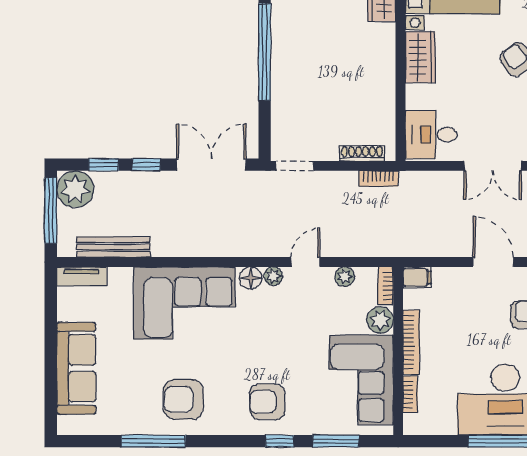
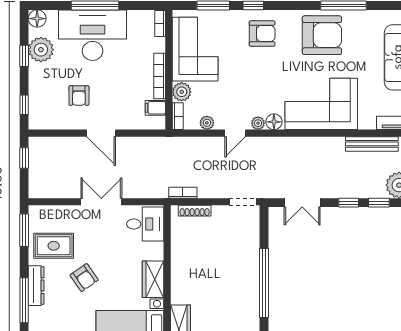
double door: (211, 165) -> (302, 203), width x0.73
filing cabinet: (417, 277) -> (155, 108), moved
bookcase: (410, 394) -> (160, 24), moved
armchair: (183, 399) -> (322, 35), width x1.36, depth x1.36

